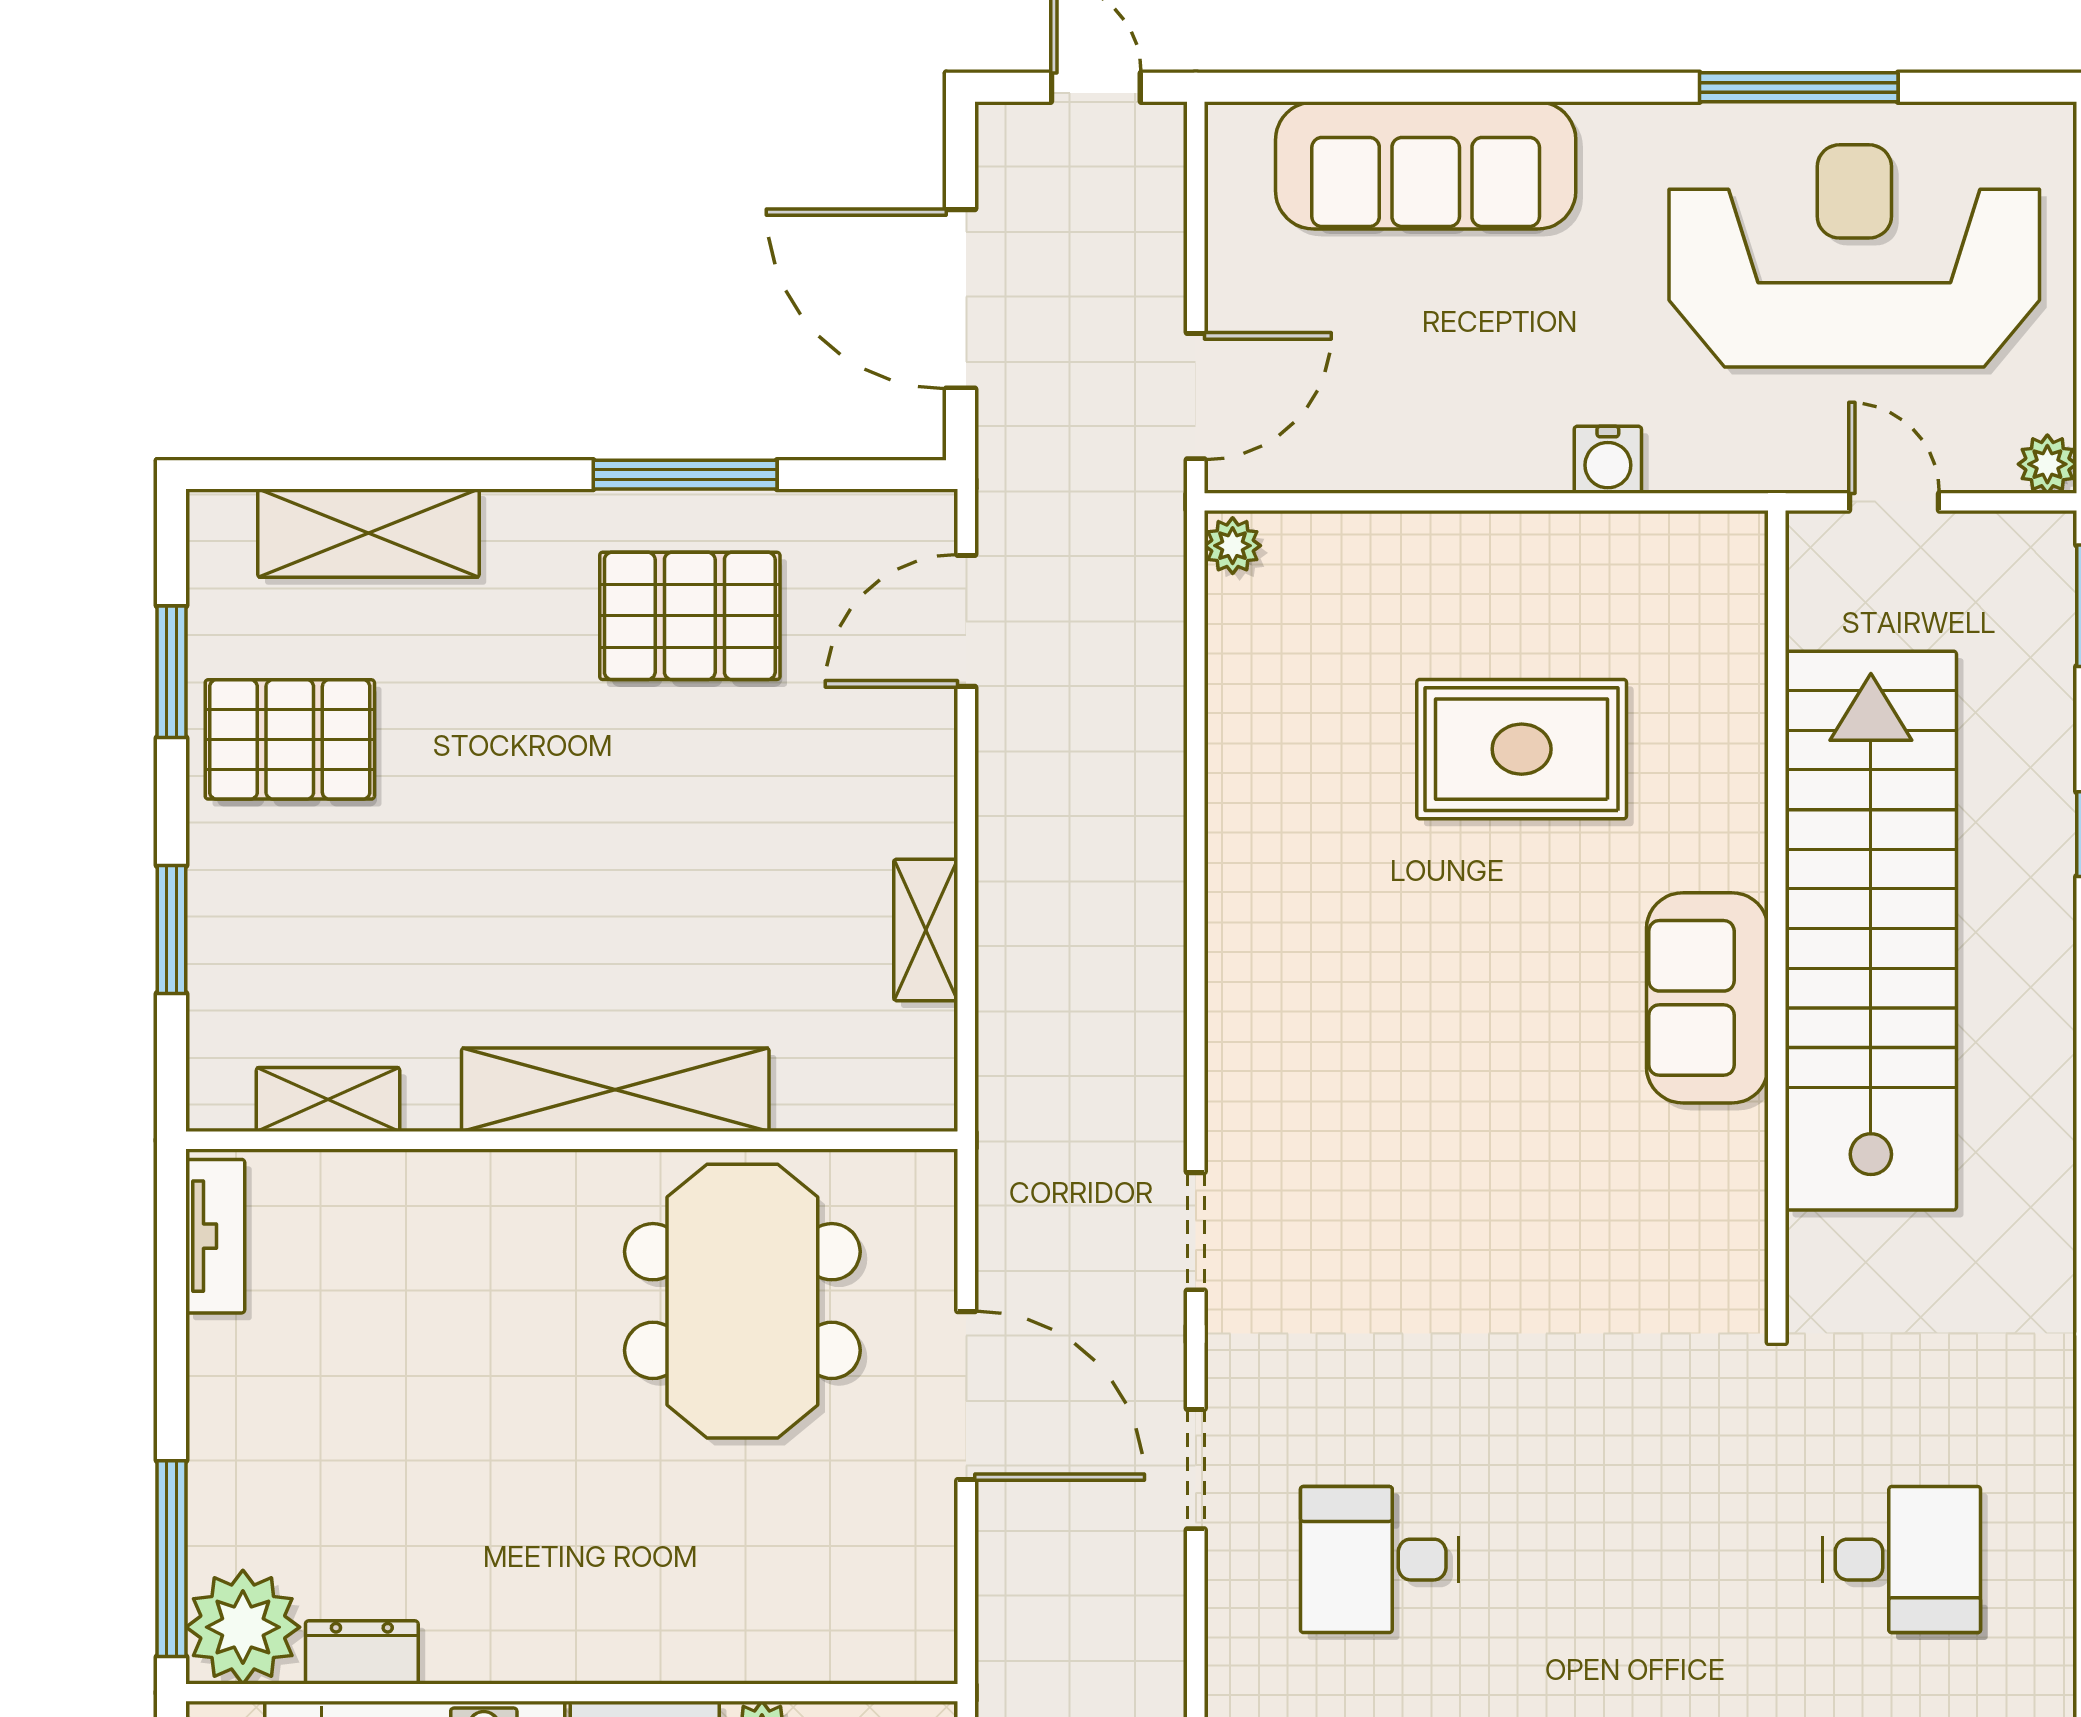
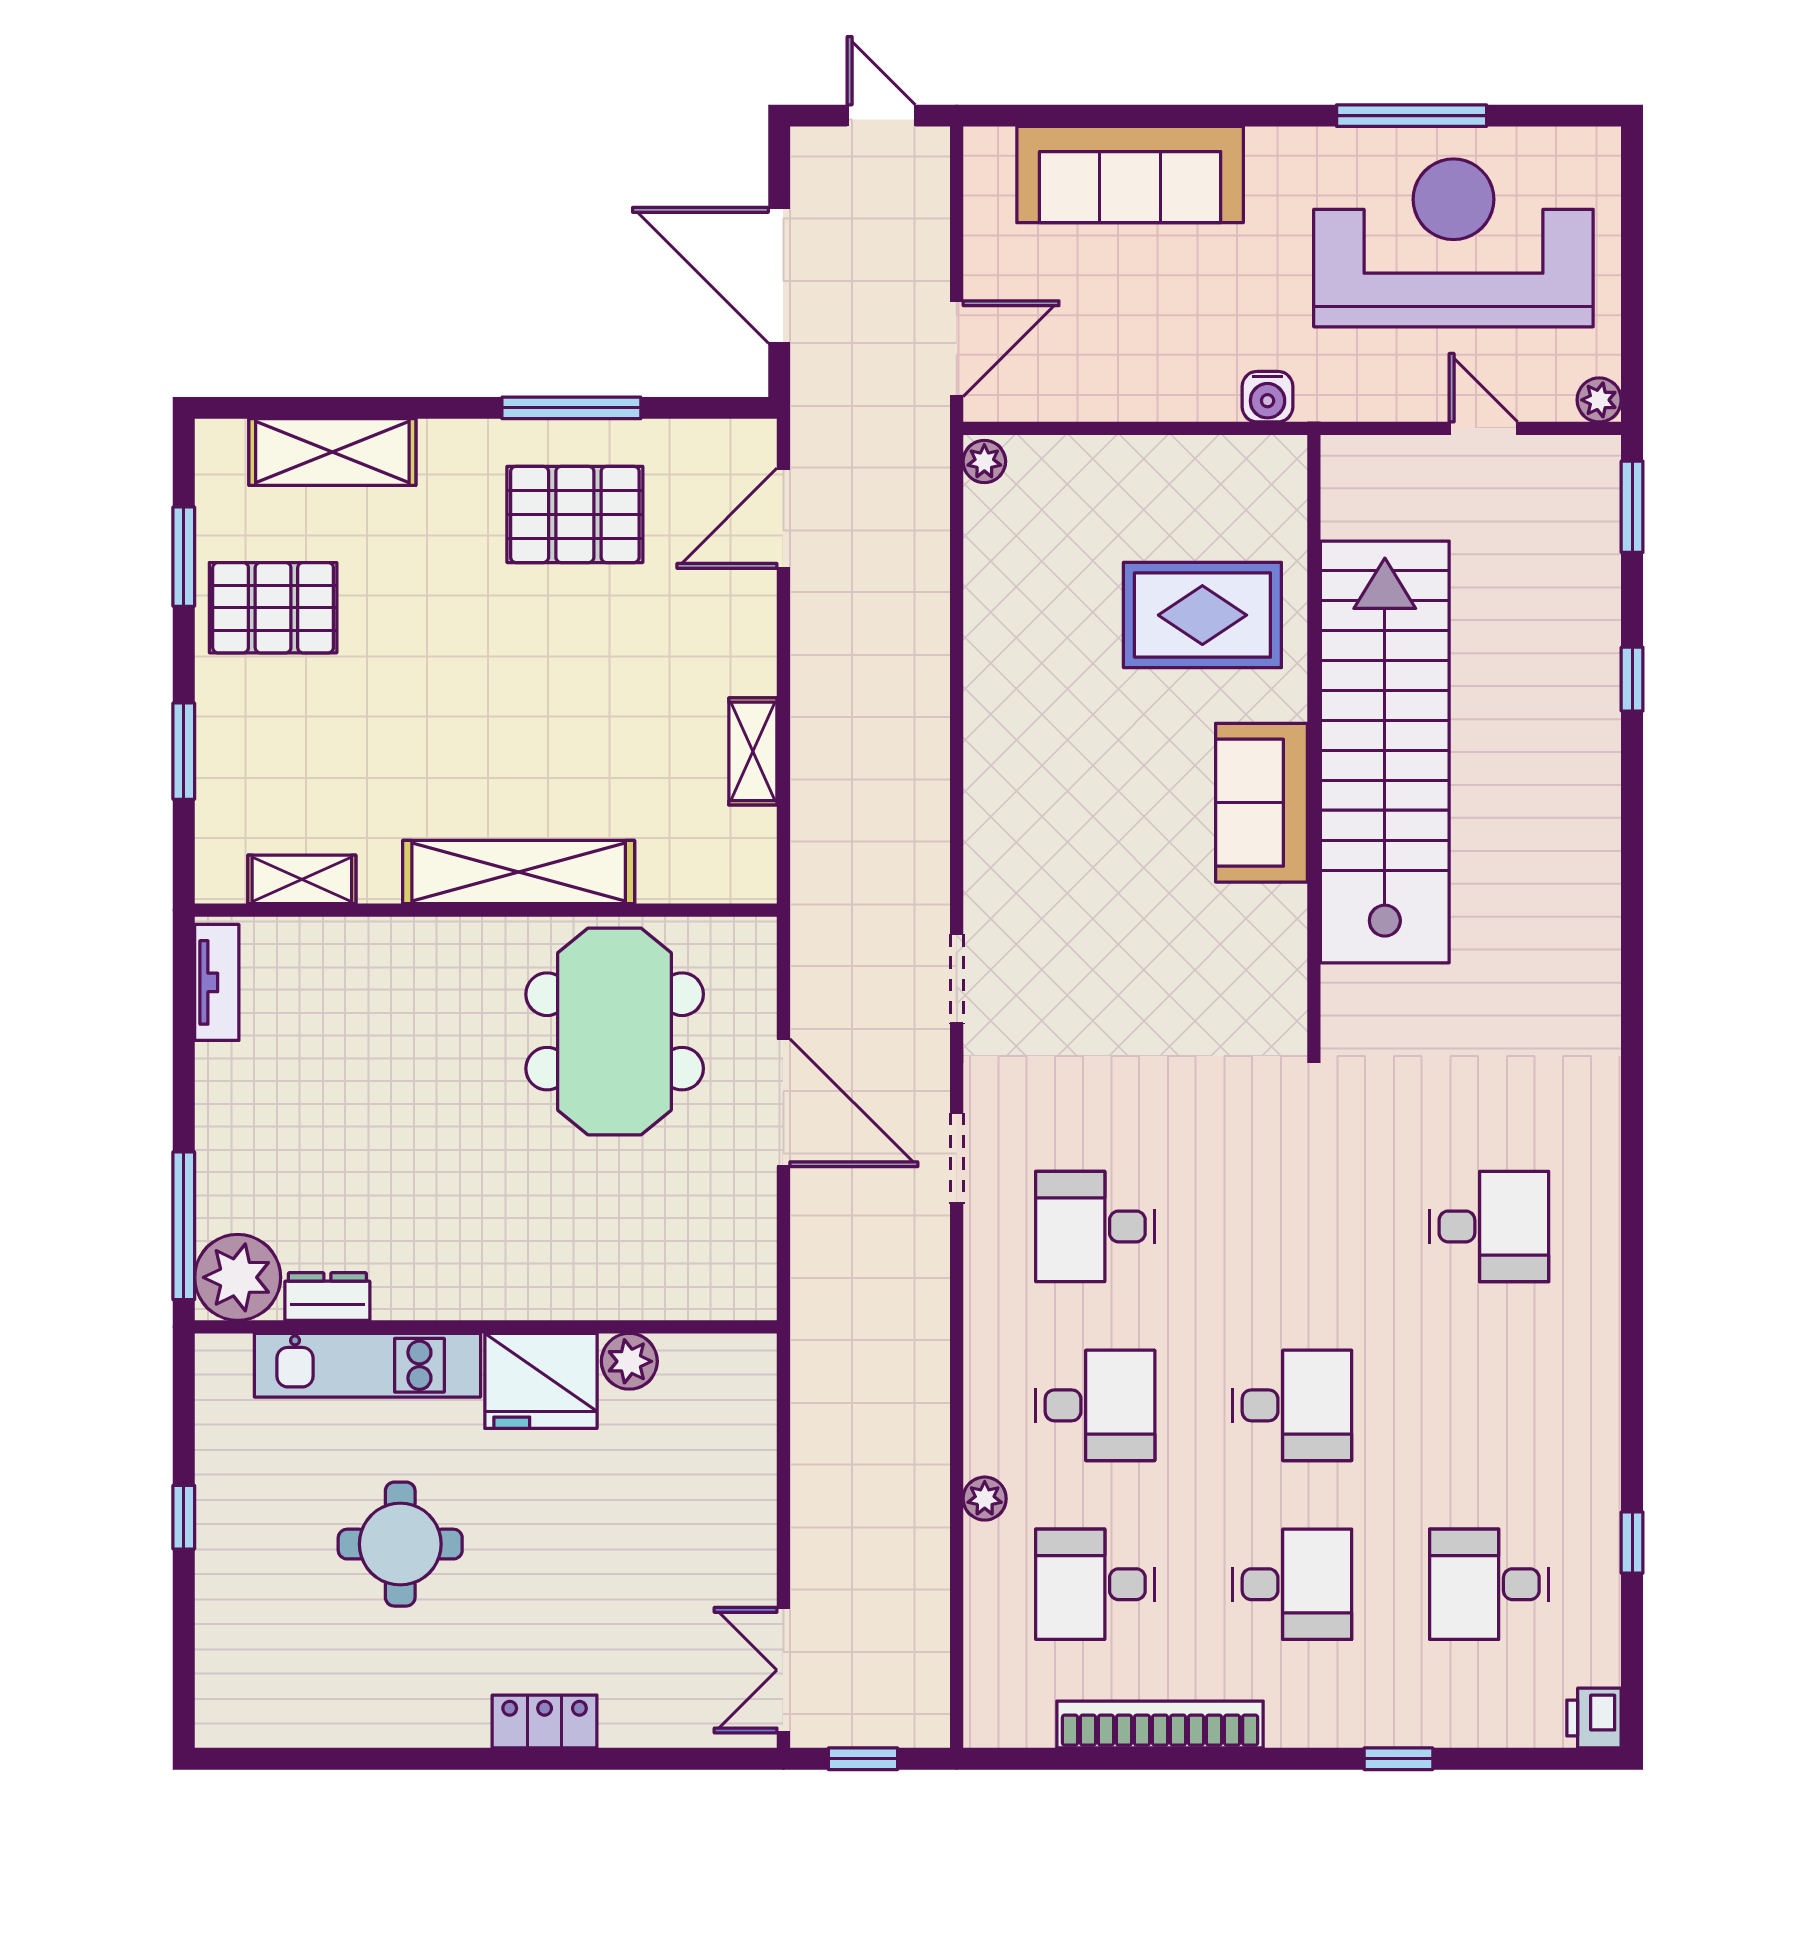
wall: (1777, 918) -> (1314, 742), moved
stairs: (1871, 931) -> (1385, 752), moved
sofa: (1707, 998) -> (1261, 803), moved

